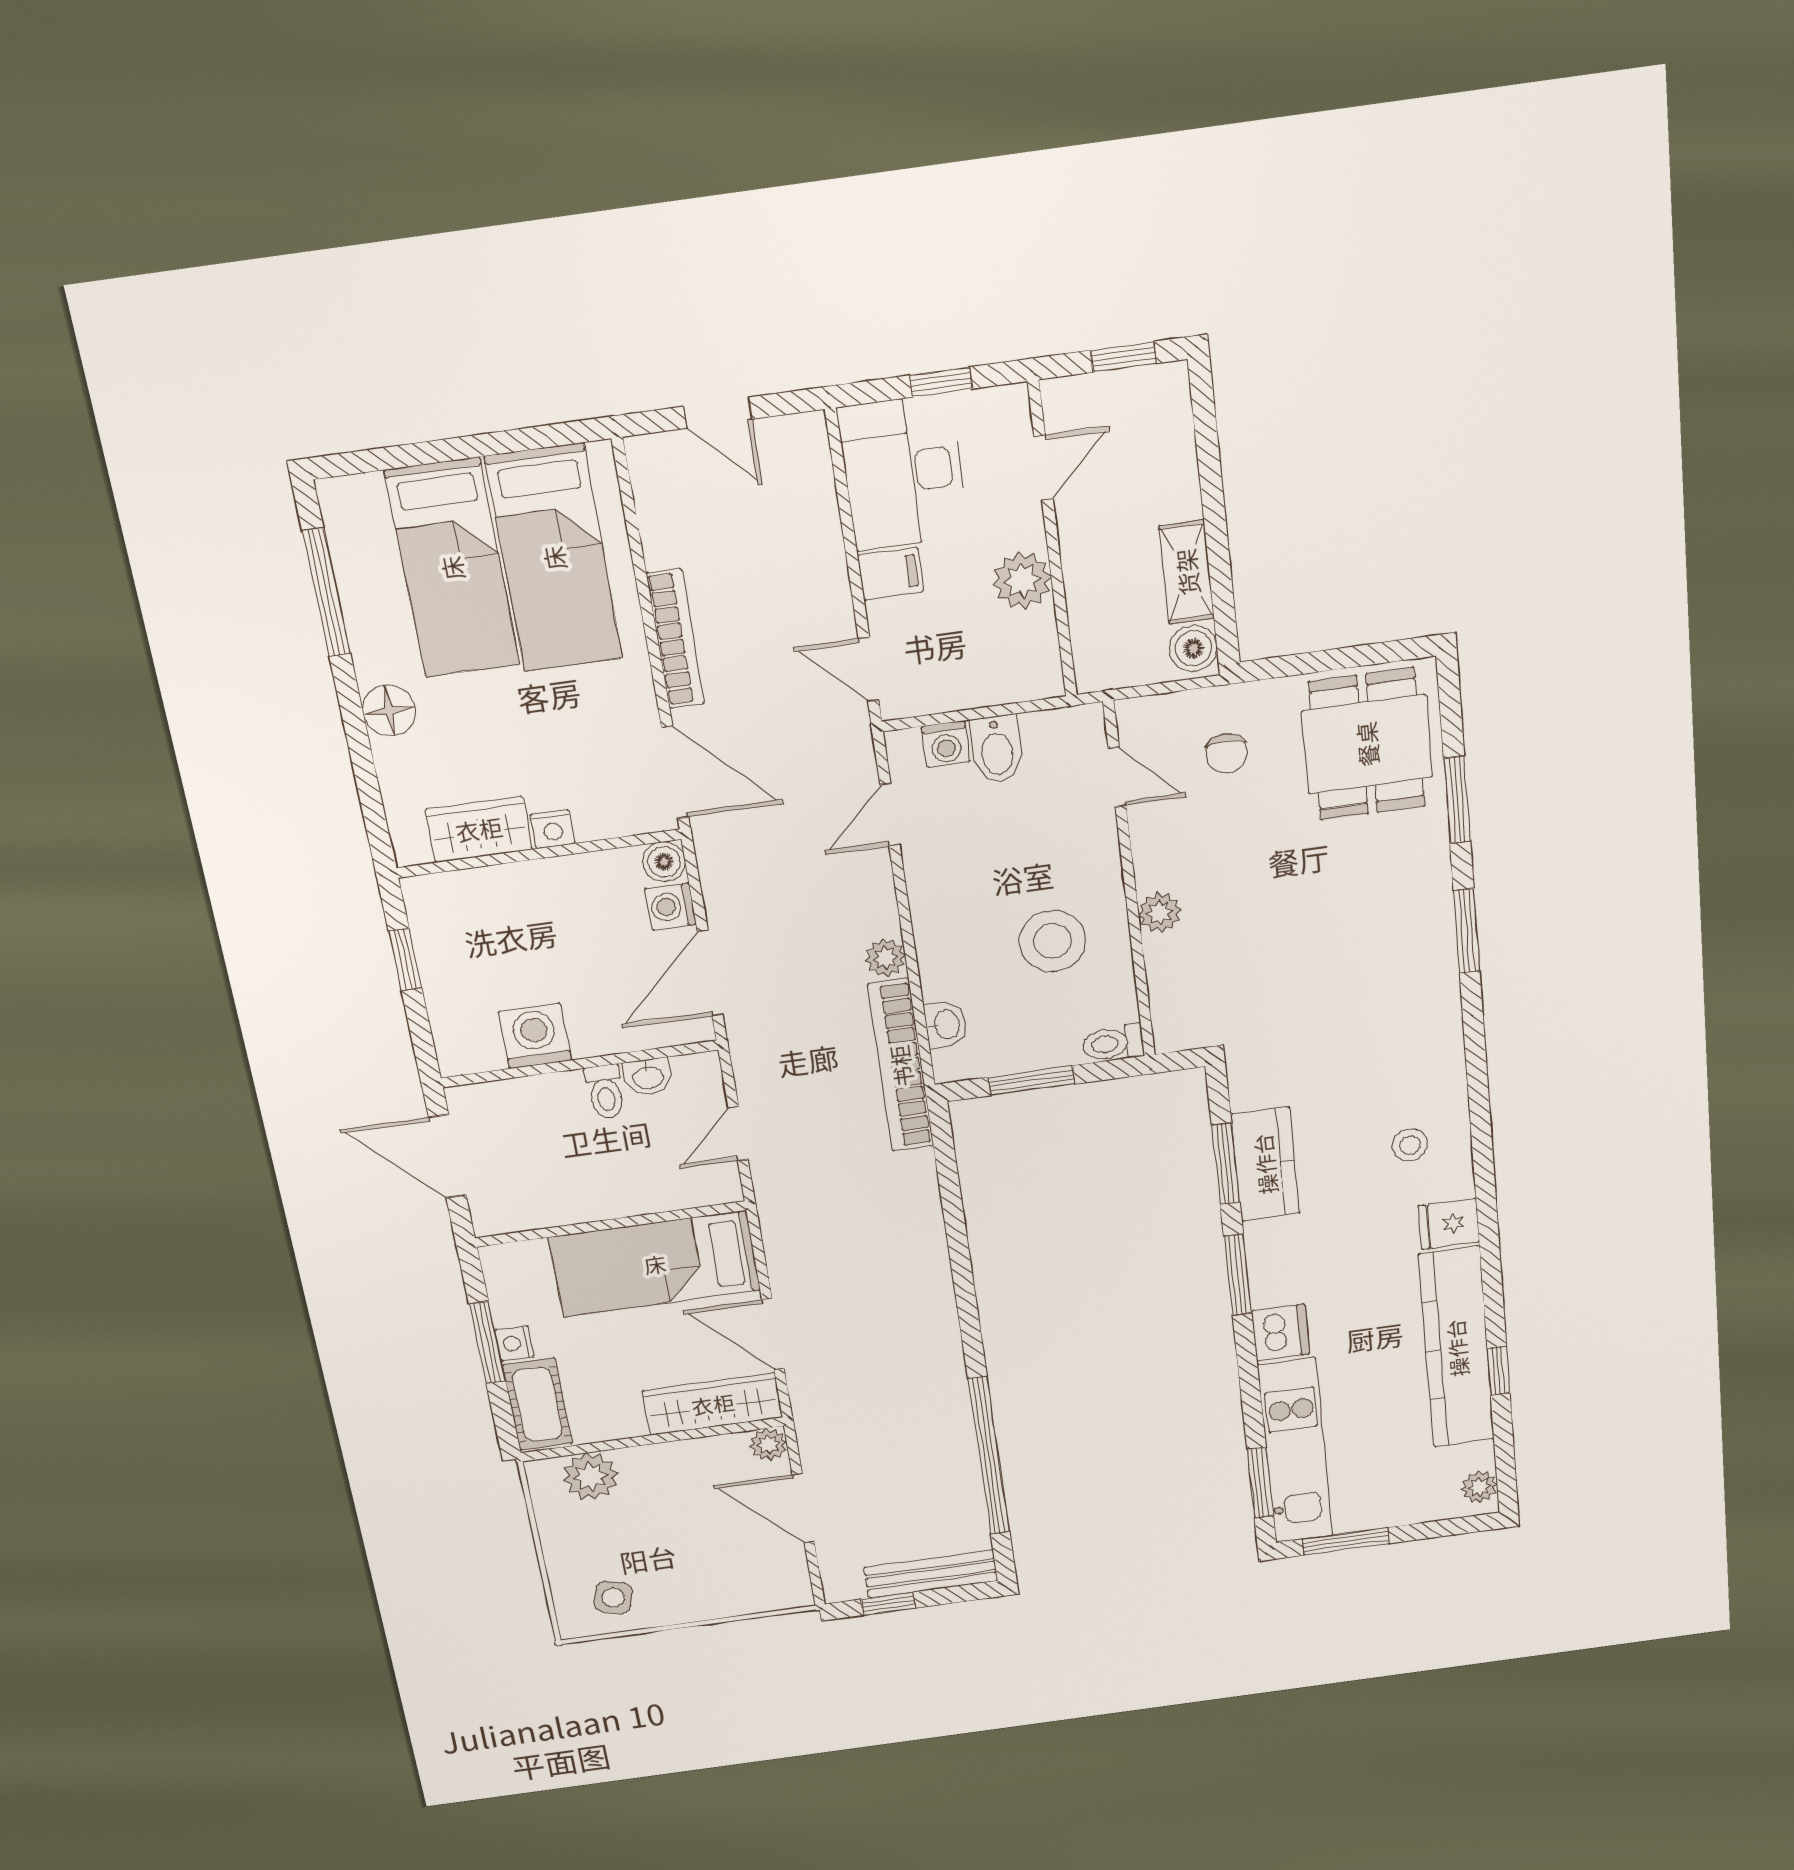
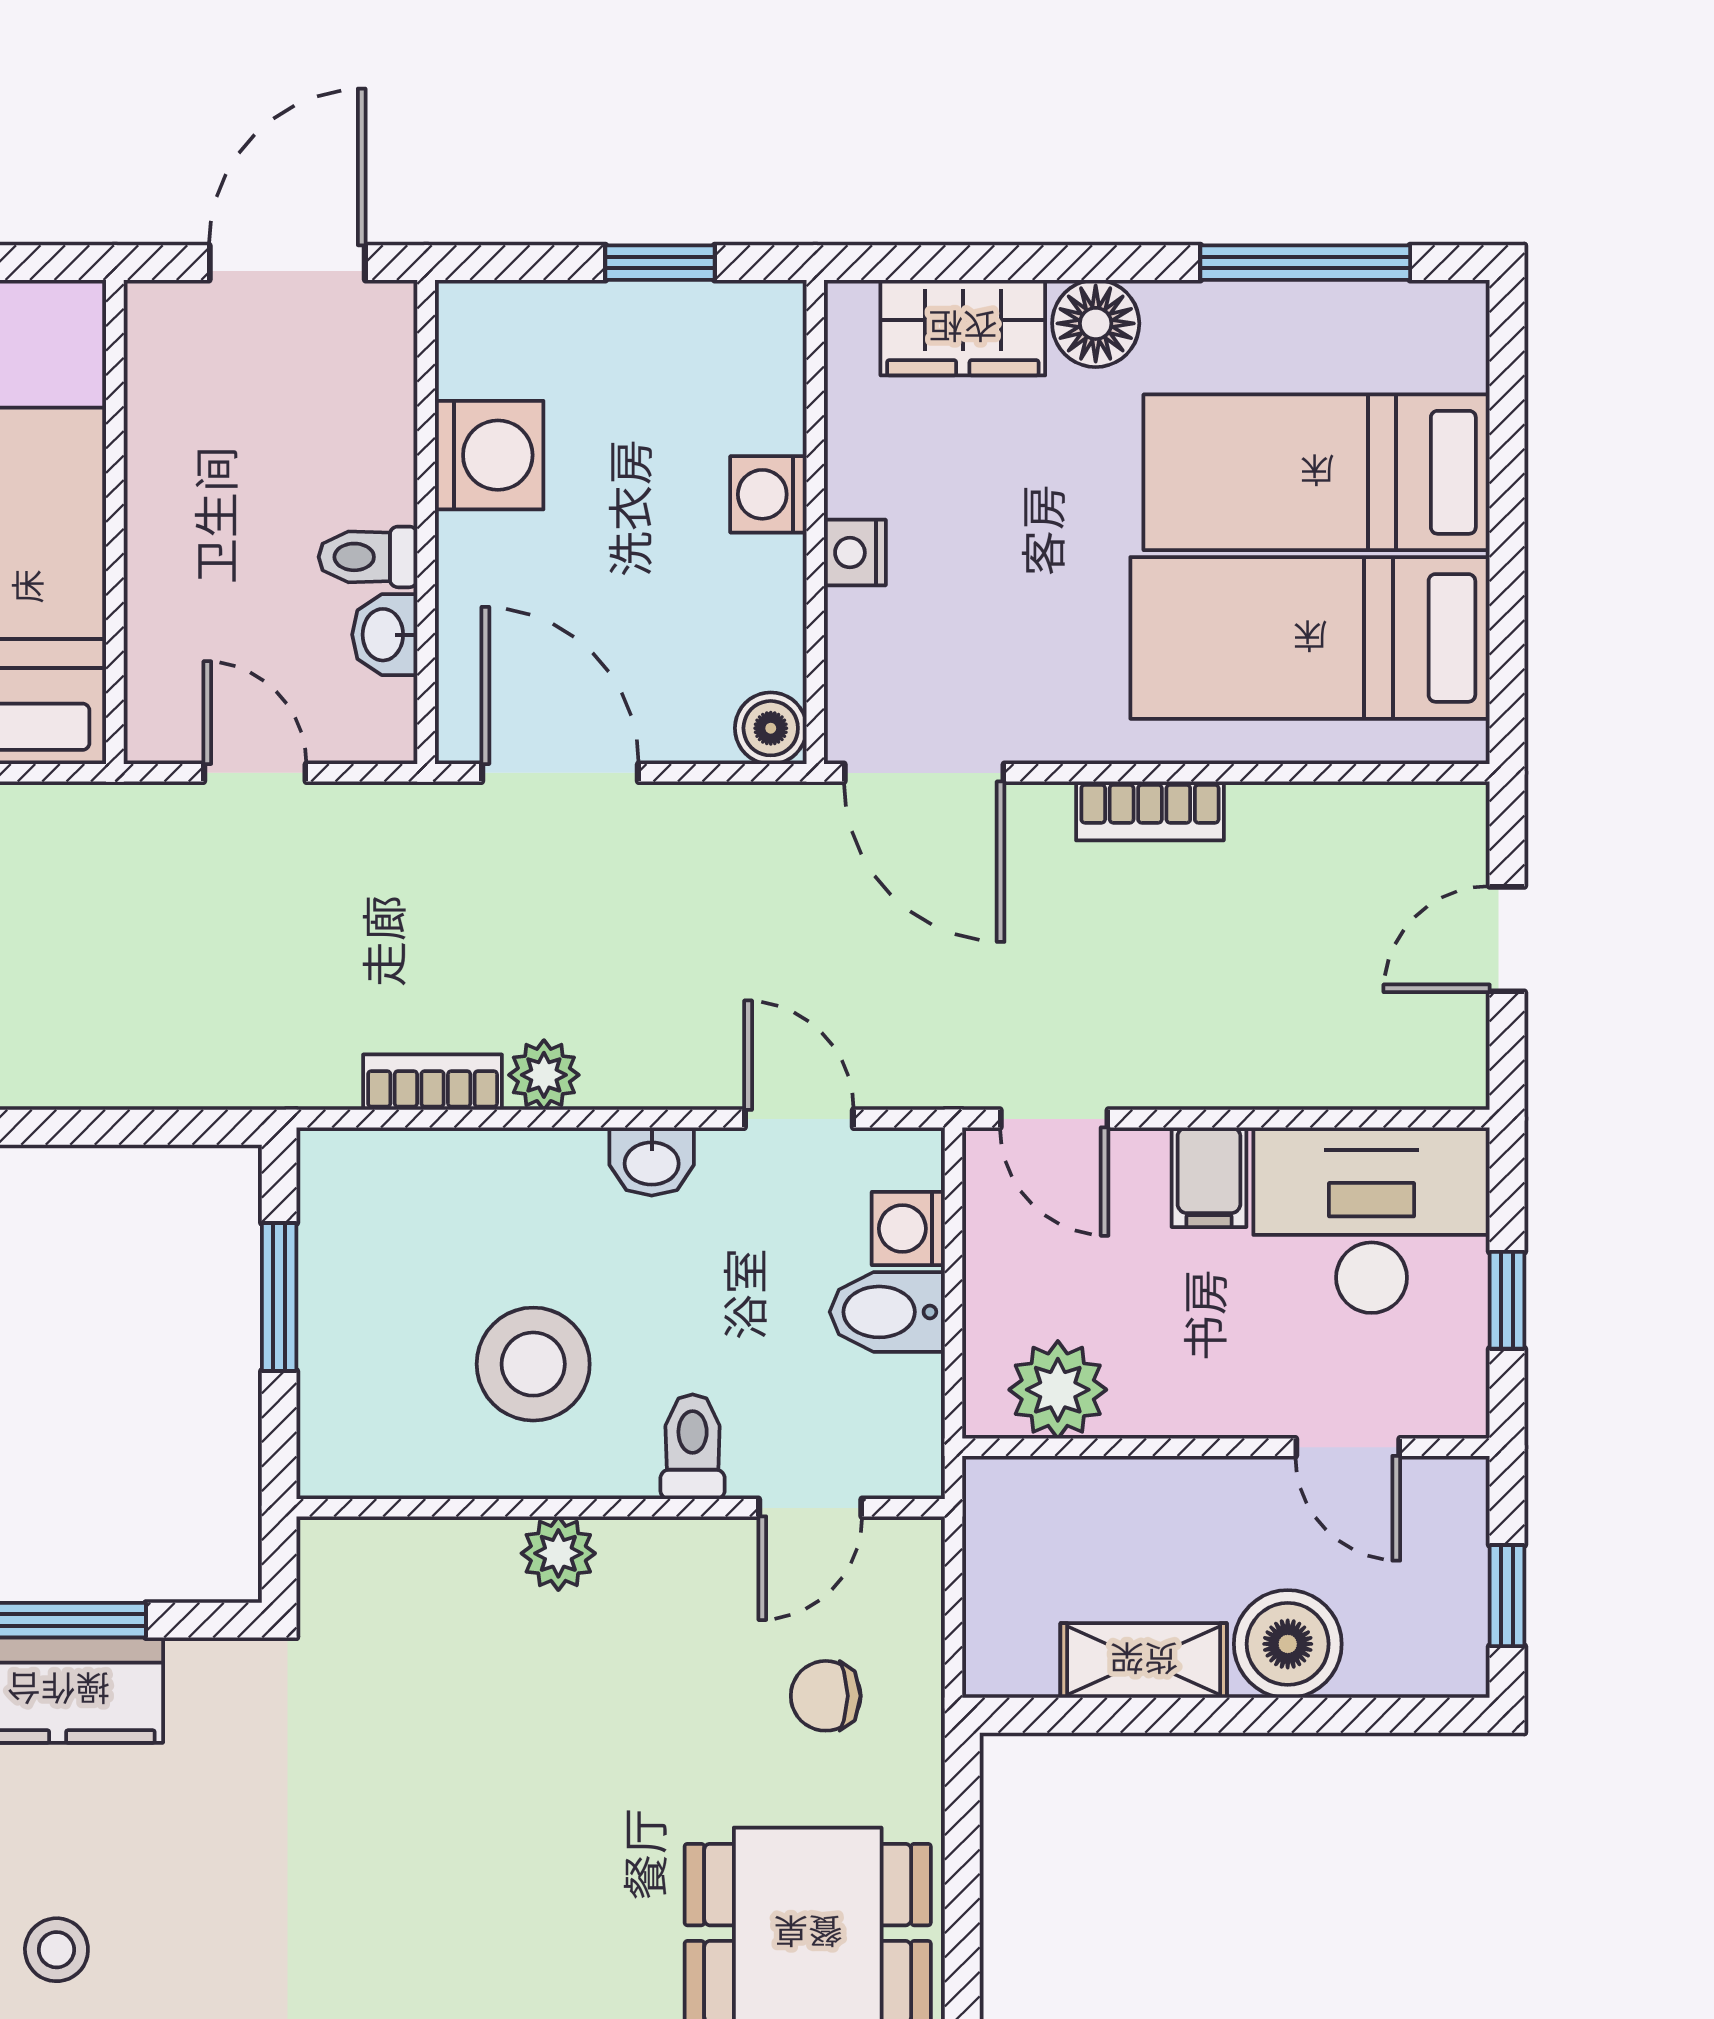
plant: (1022, 580) -> (1058, 1390), moved
bookcase: (675, 639) -> (1150, 811), width x0.64
boiler: (1193, 648) -> (1288, 1644), moved, width x1.36, depth x1.36
door: (869, 669) -> (1054, 1119), swing flipped
door: (675, 772) -> (924, 773), hinge flipped
wardrobe: (479, 829) -> (963, 328), moved, turned 90
washing machine: (671, 906) -> (768, 494), moved, turned -90
washbasin: (946, 1024) -> (652, 1161), moved
toilet: (1113, 1043) -> (693, 1447), moved
bookcase: (901, 1066) -> (433, 1082), width x0.43, depth x0.76

